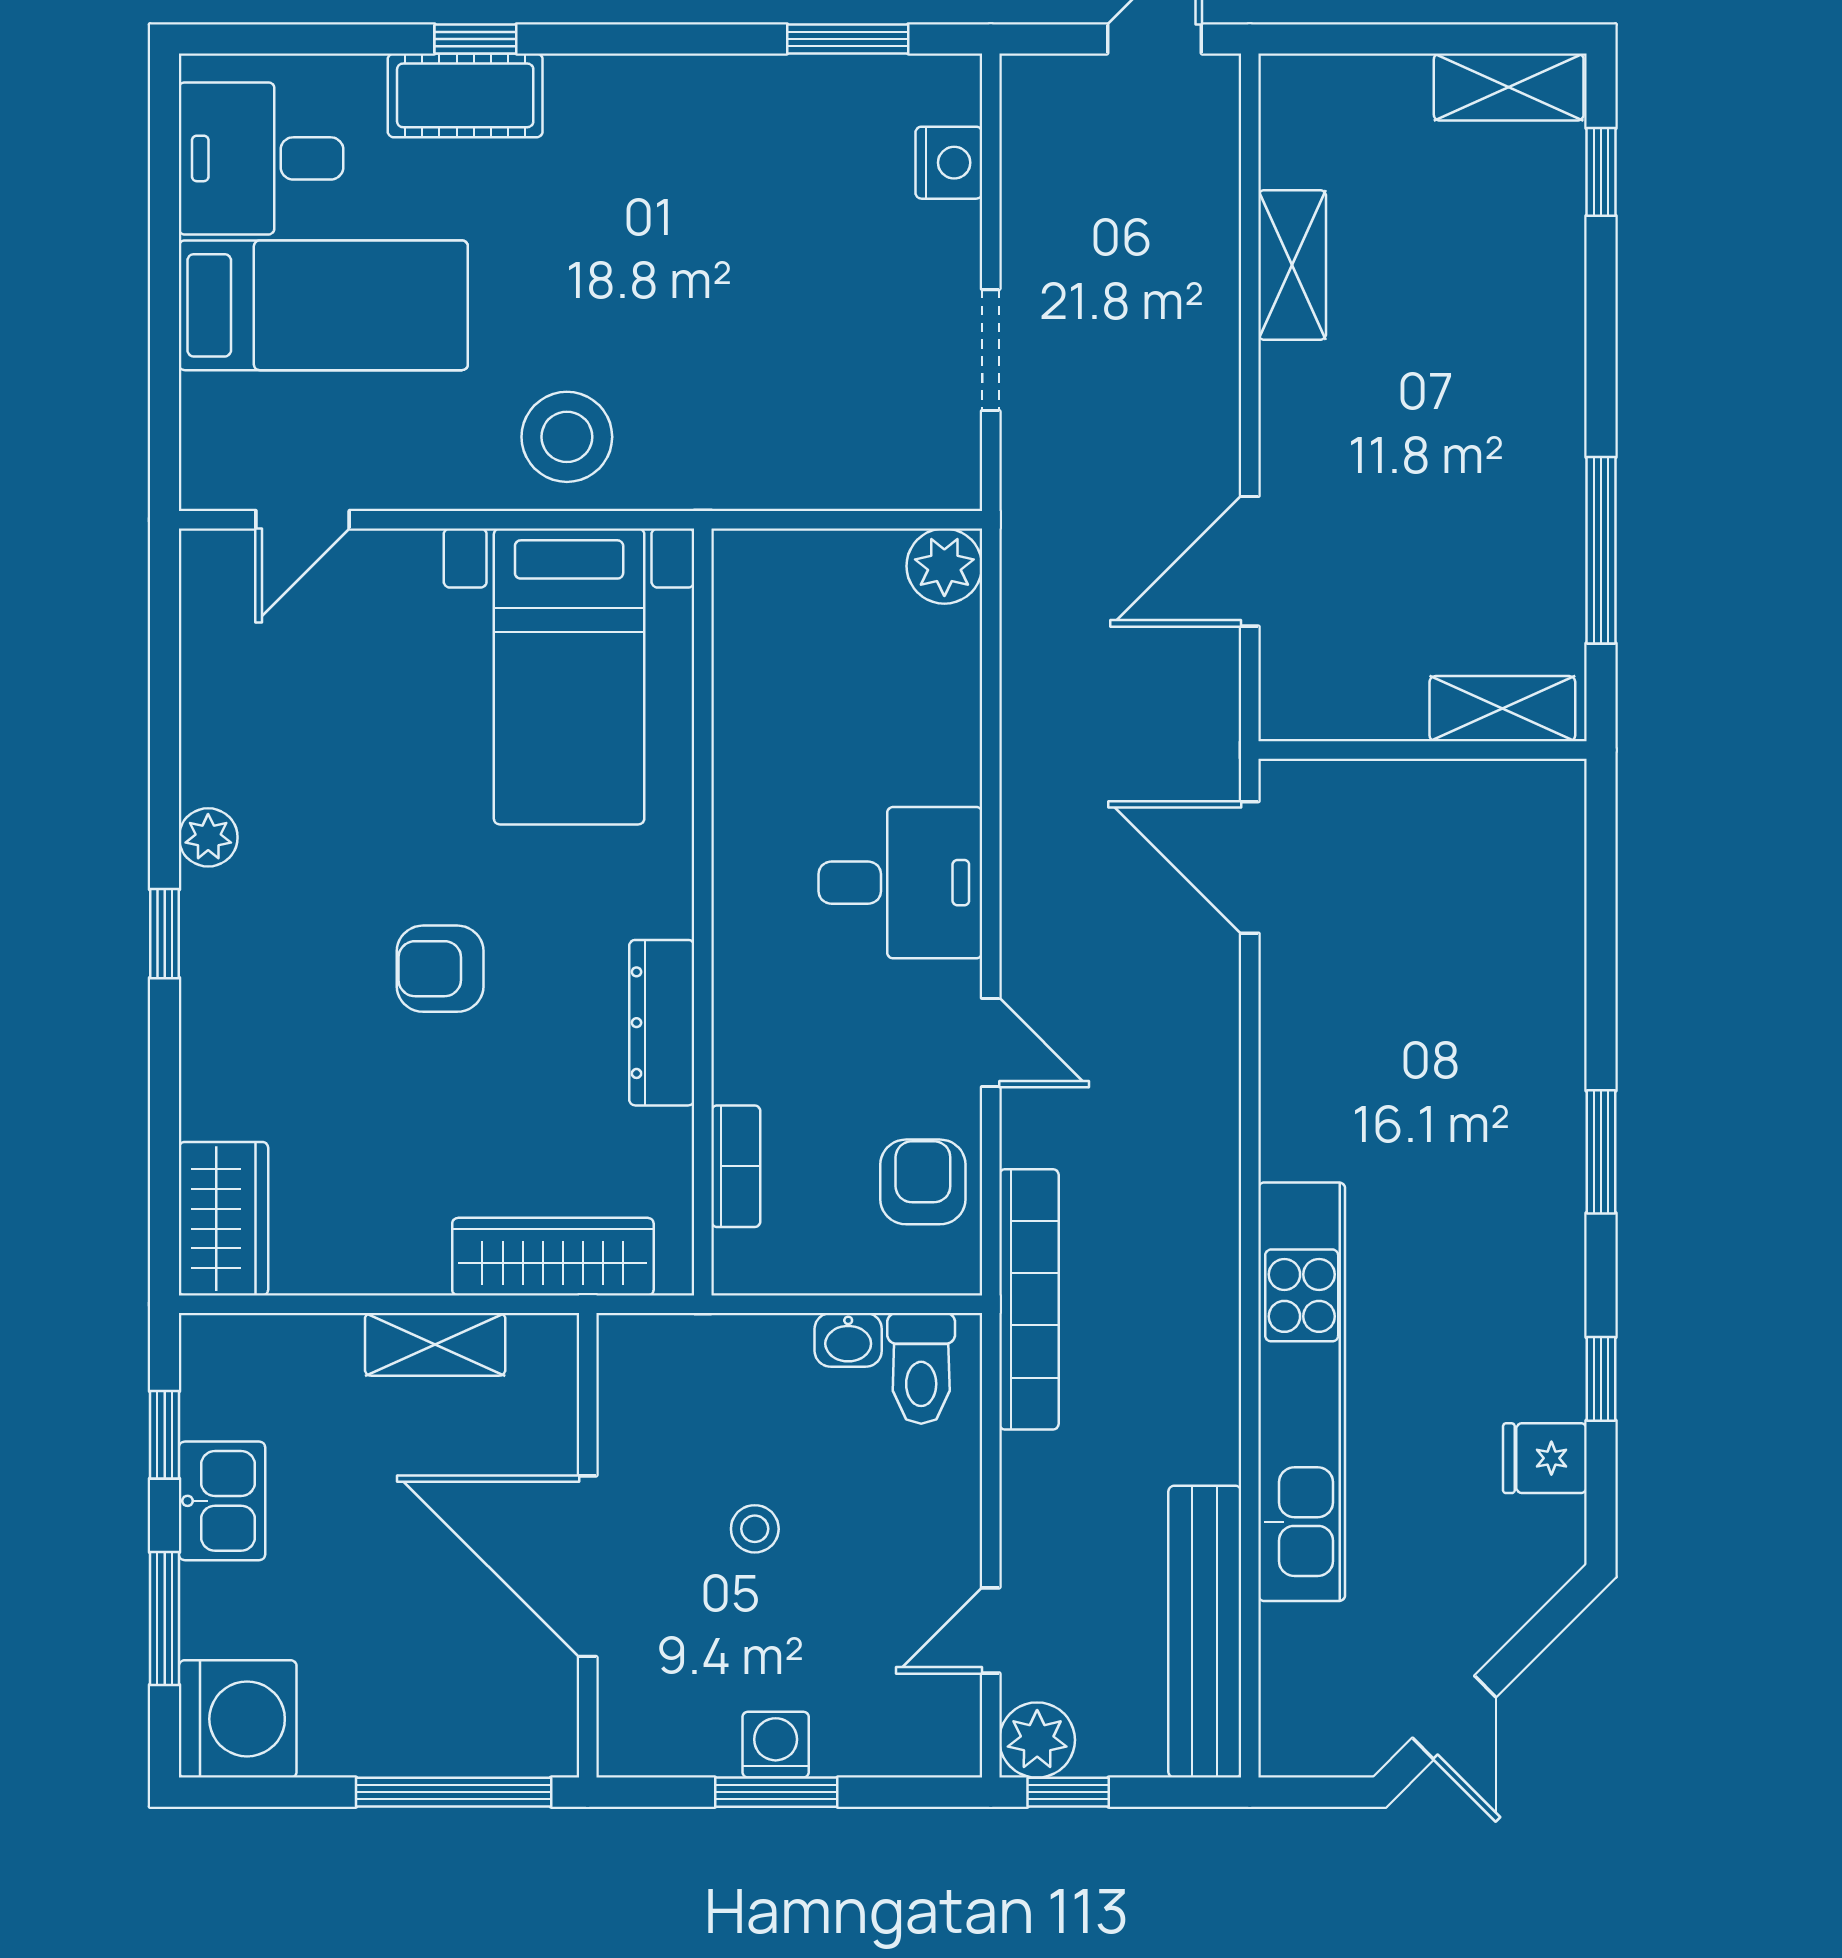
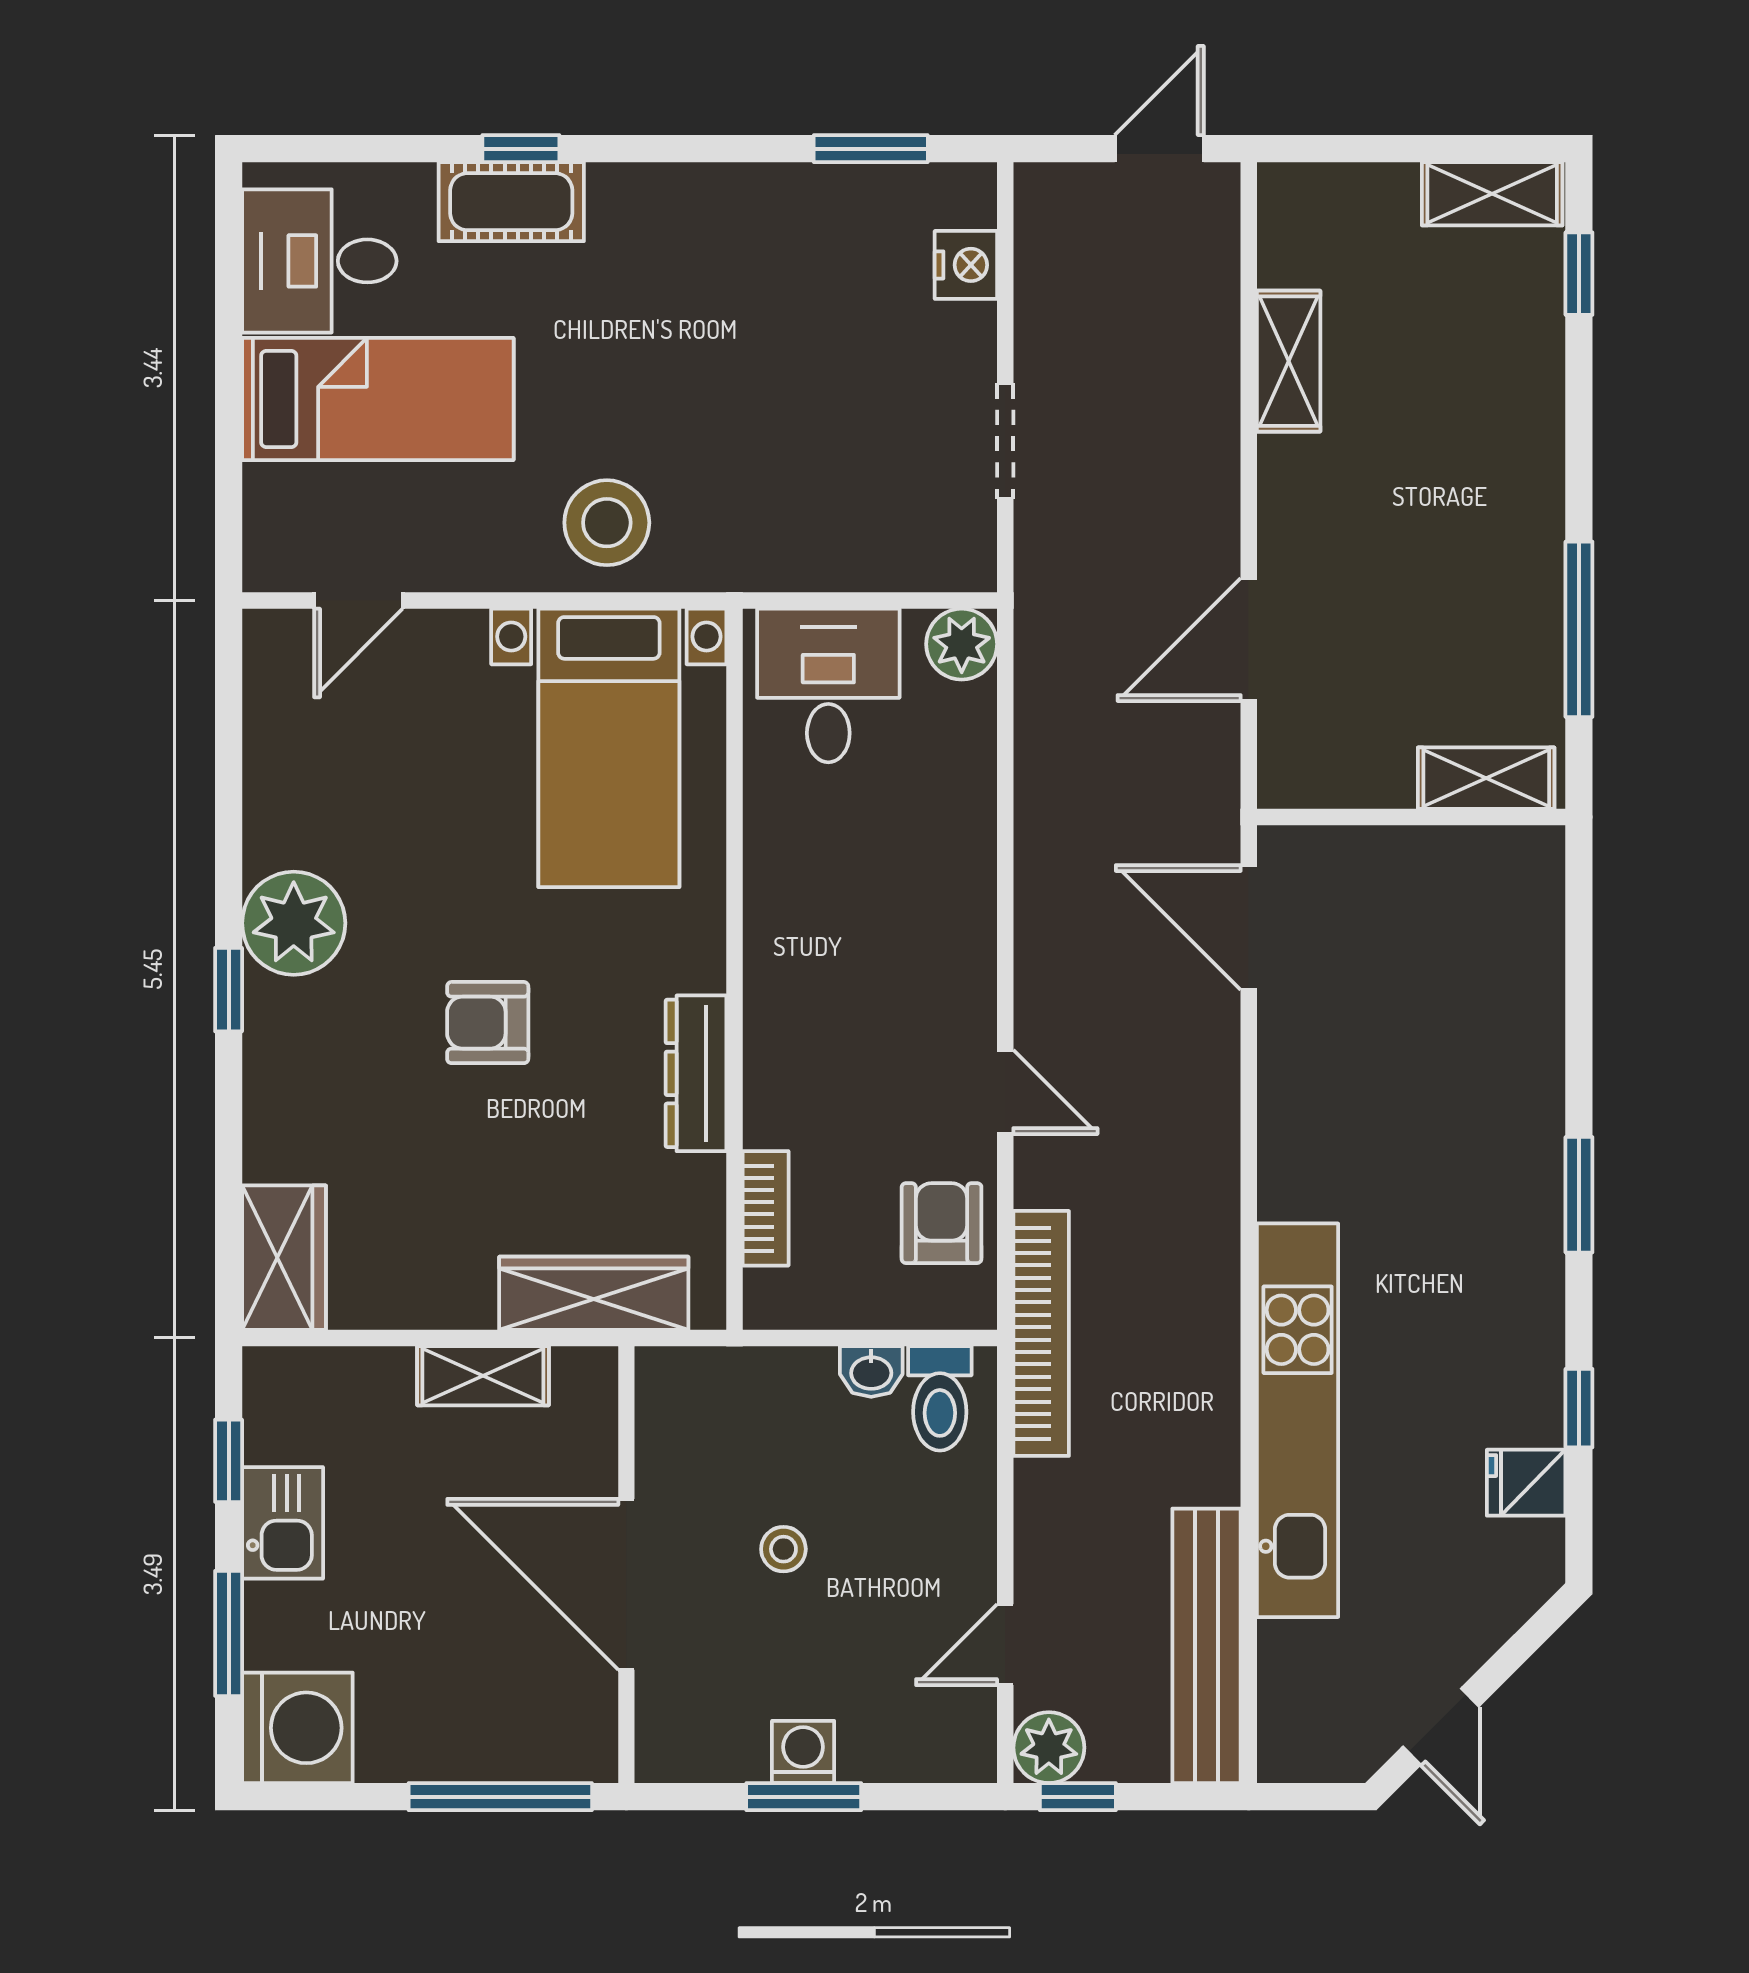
plant: (208, 837) -> (294, 923), width x1.87, depth x1.87
desk: (900, 883) -> (828, 685), moved, turned -90

